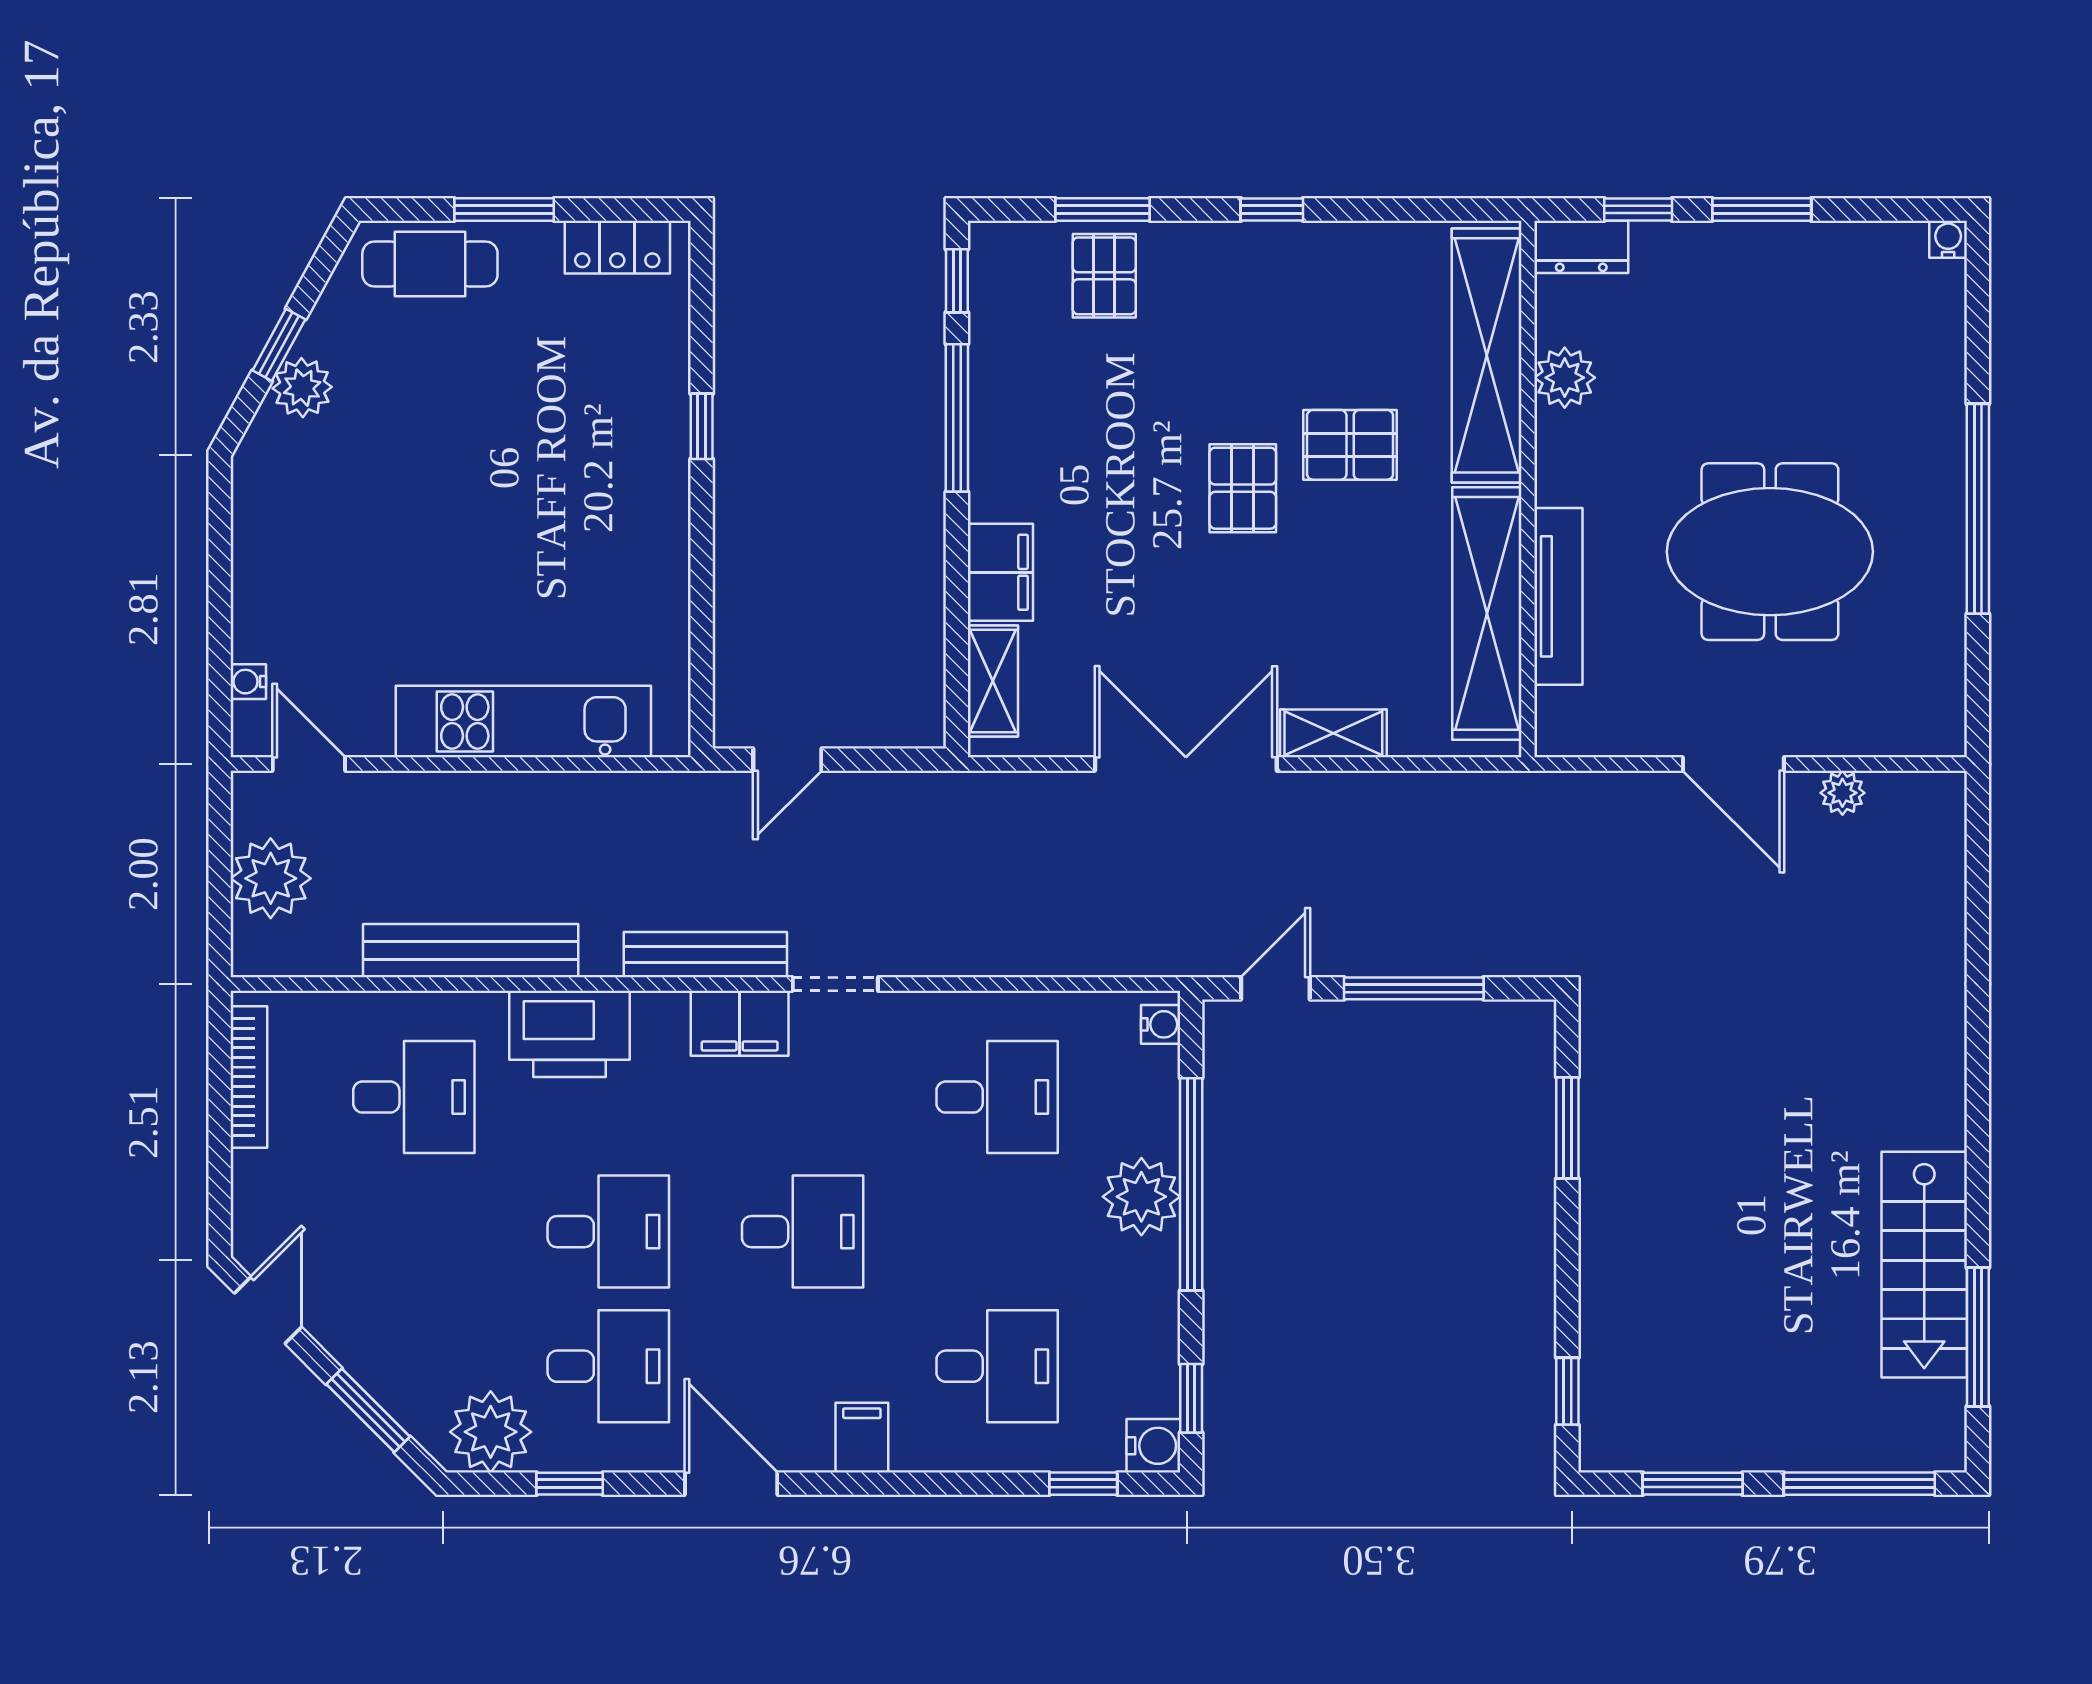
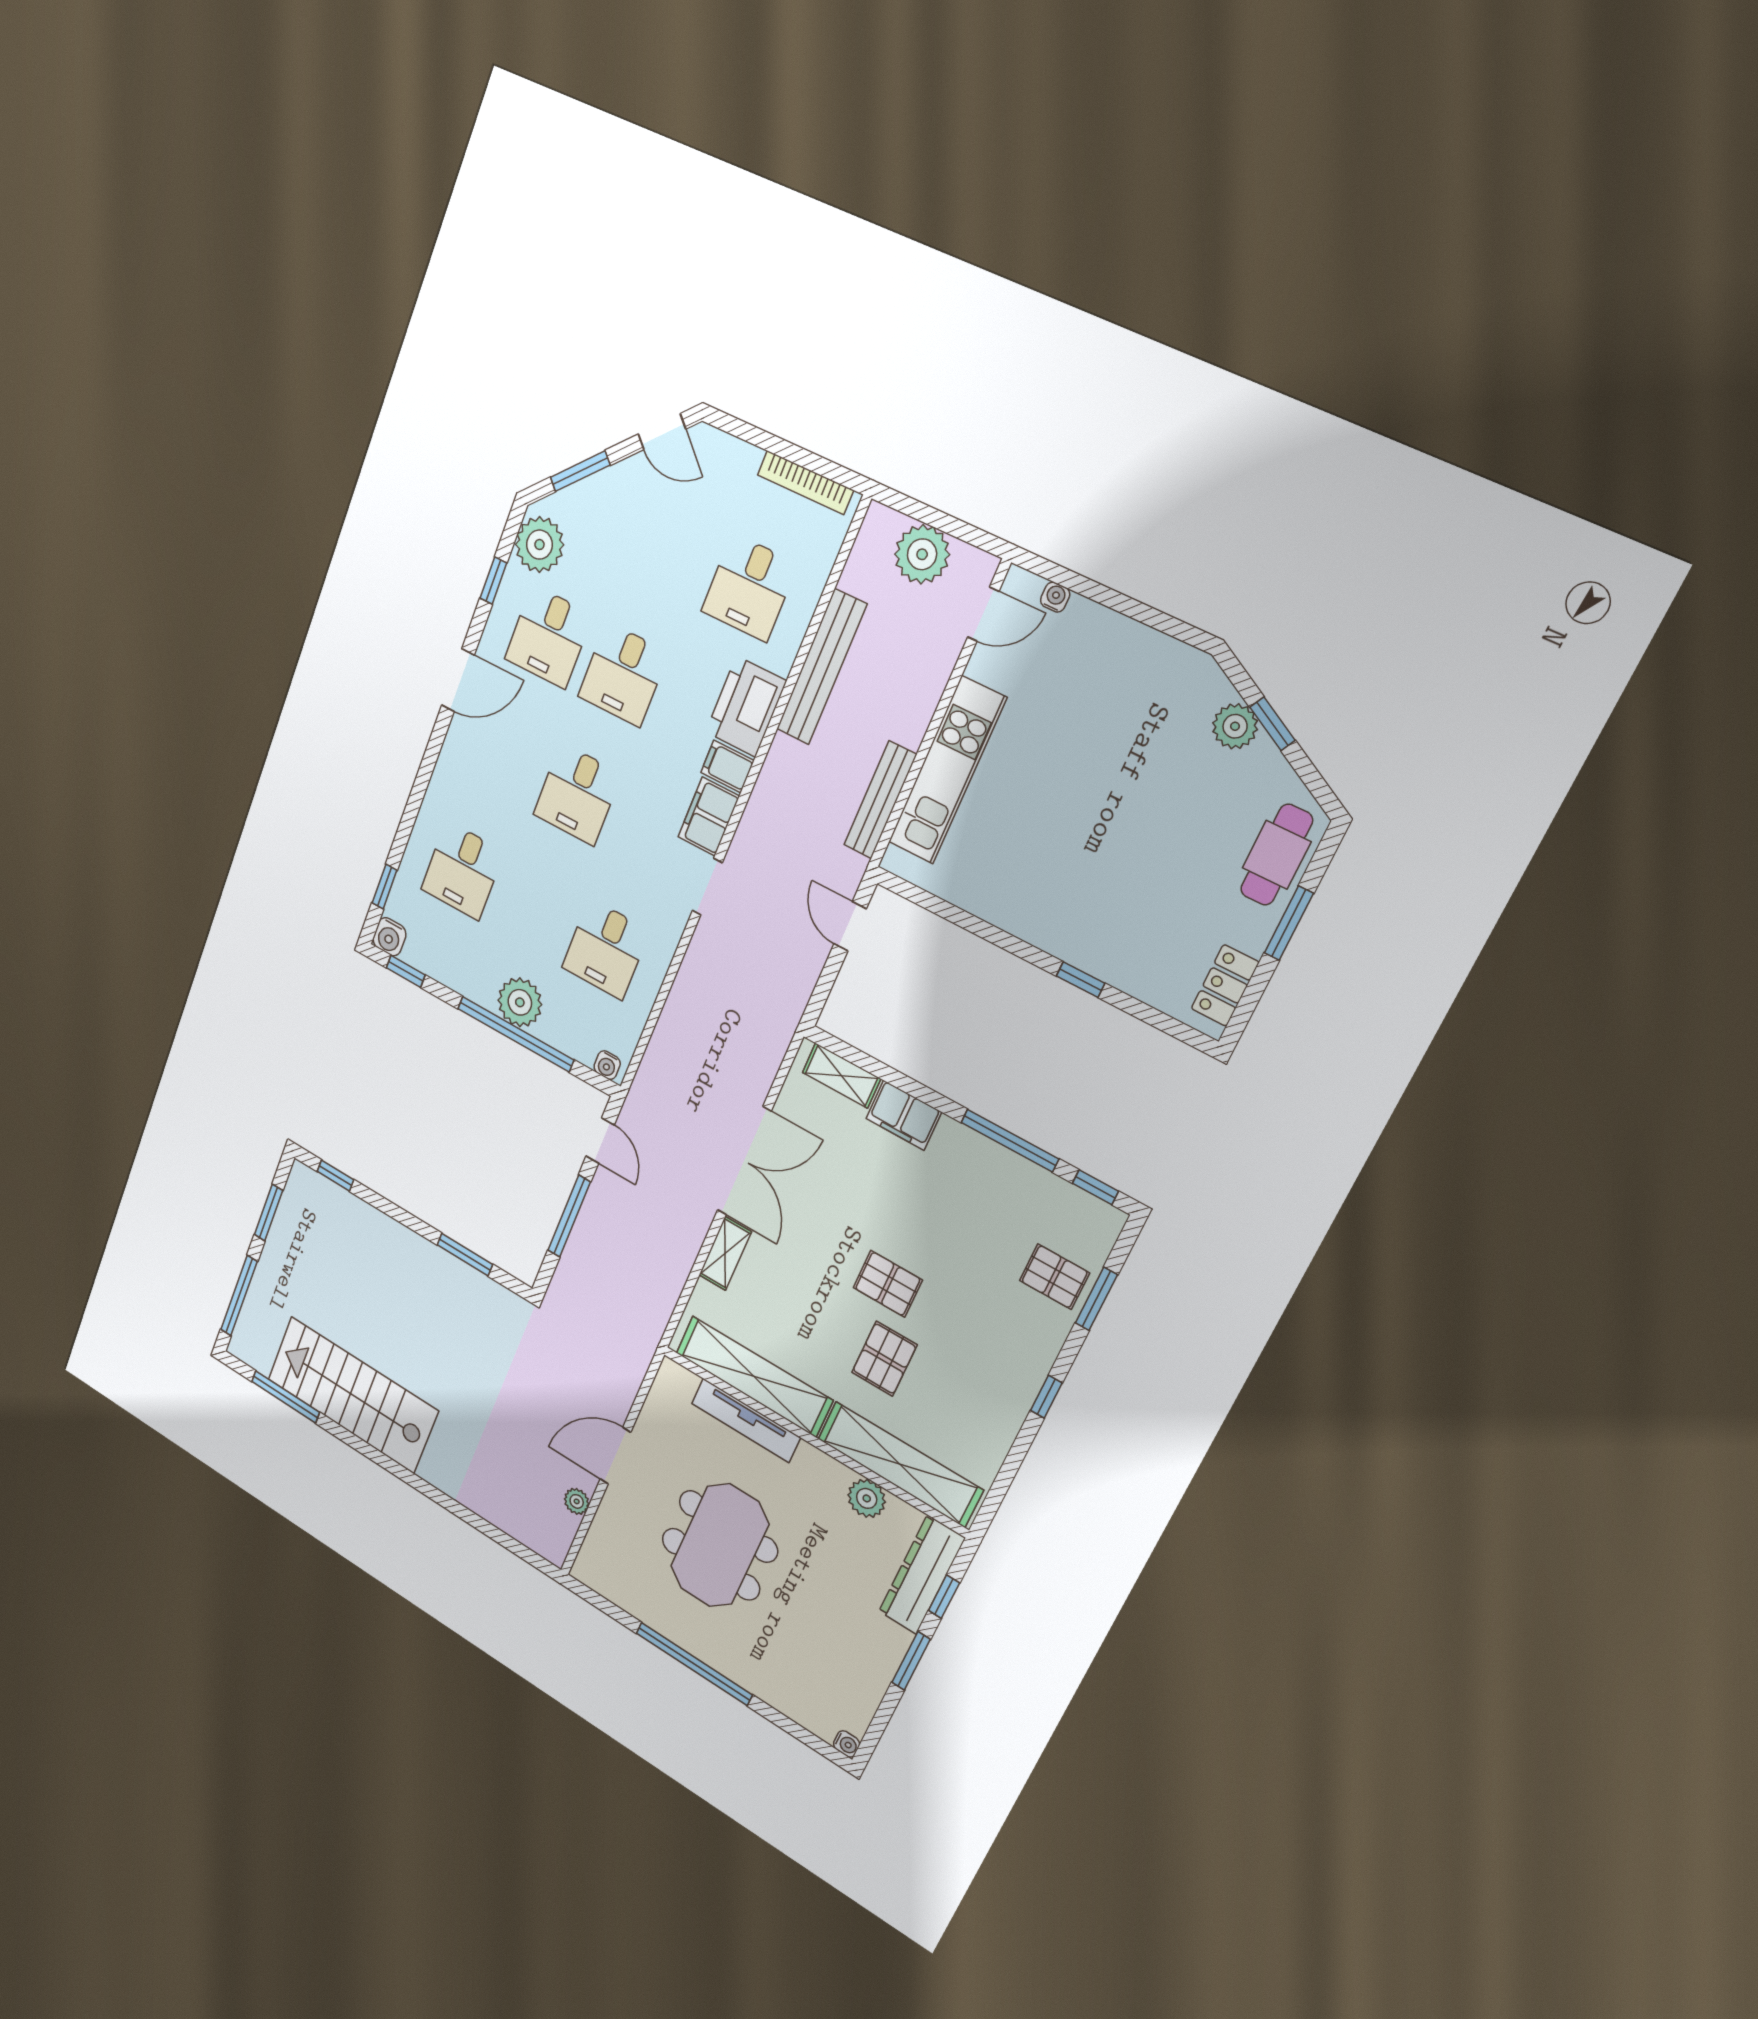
dresser: (1581, 247) -> (922, 1575), width x1.96, depth x1.24
bench: (705, 955) -> (880, 800), moved
stairs: (1924, 1265) -> (352, 1395), width x1.36, depth x1.51
filing cabinet: (862, 1438) -> (727, 766), moved, turned 180

